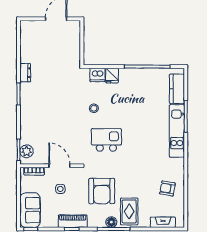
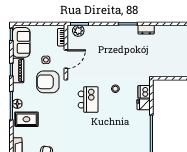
armchair: (102, 191) -> (48, 82), moved
sofa: (30, 210) -> (21, 42), moved, turned -90

